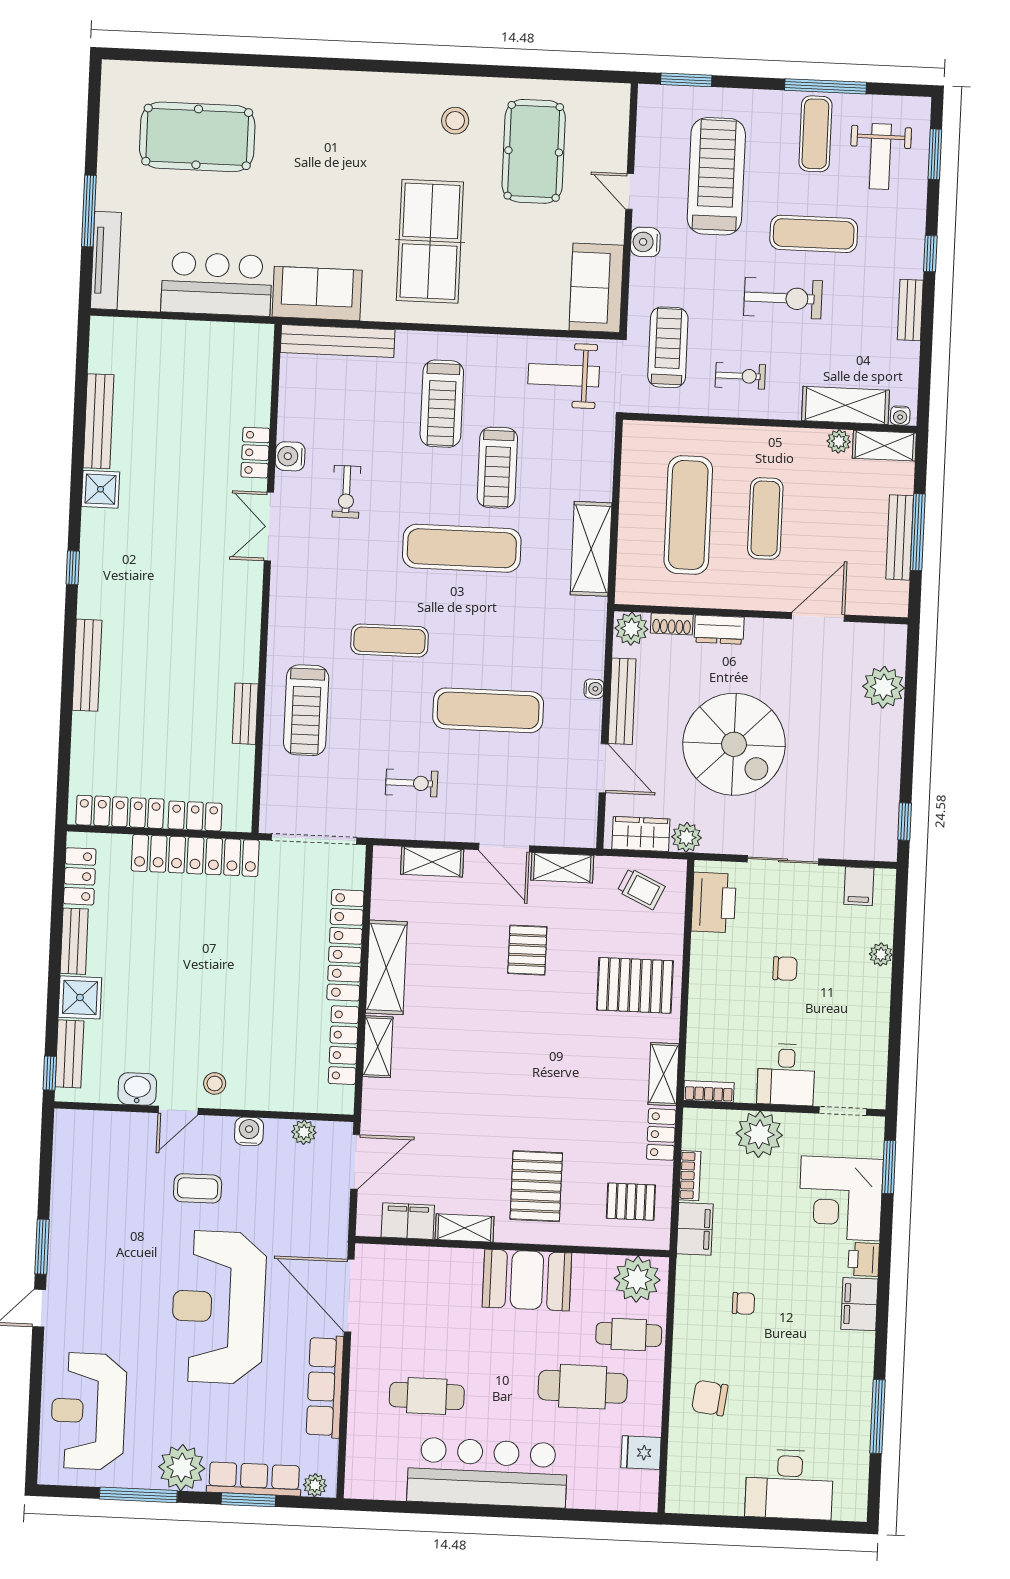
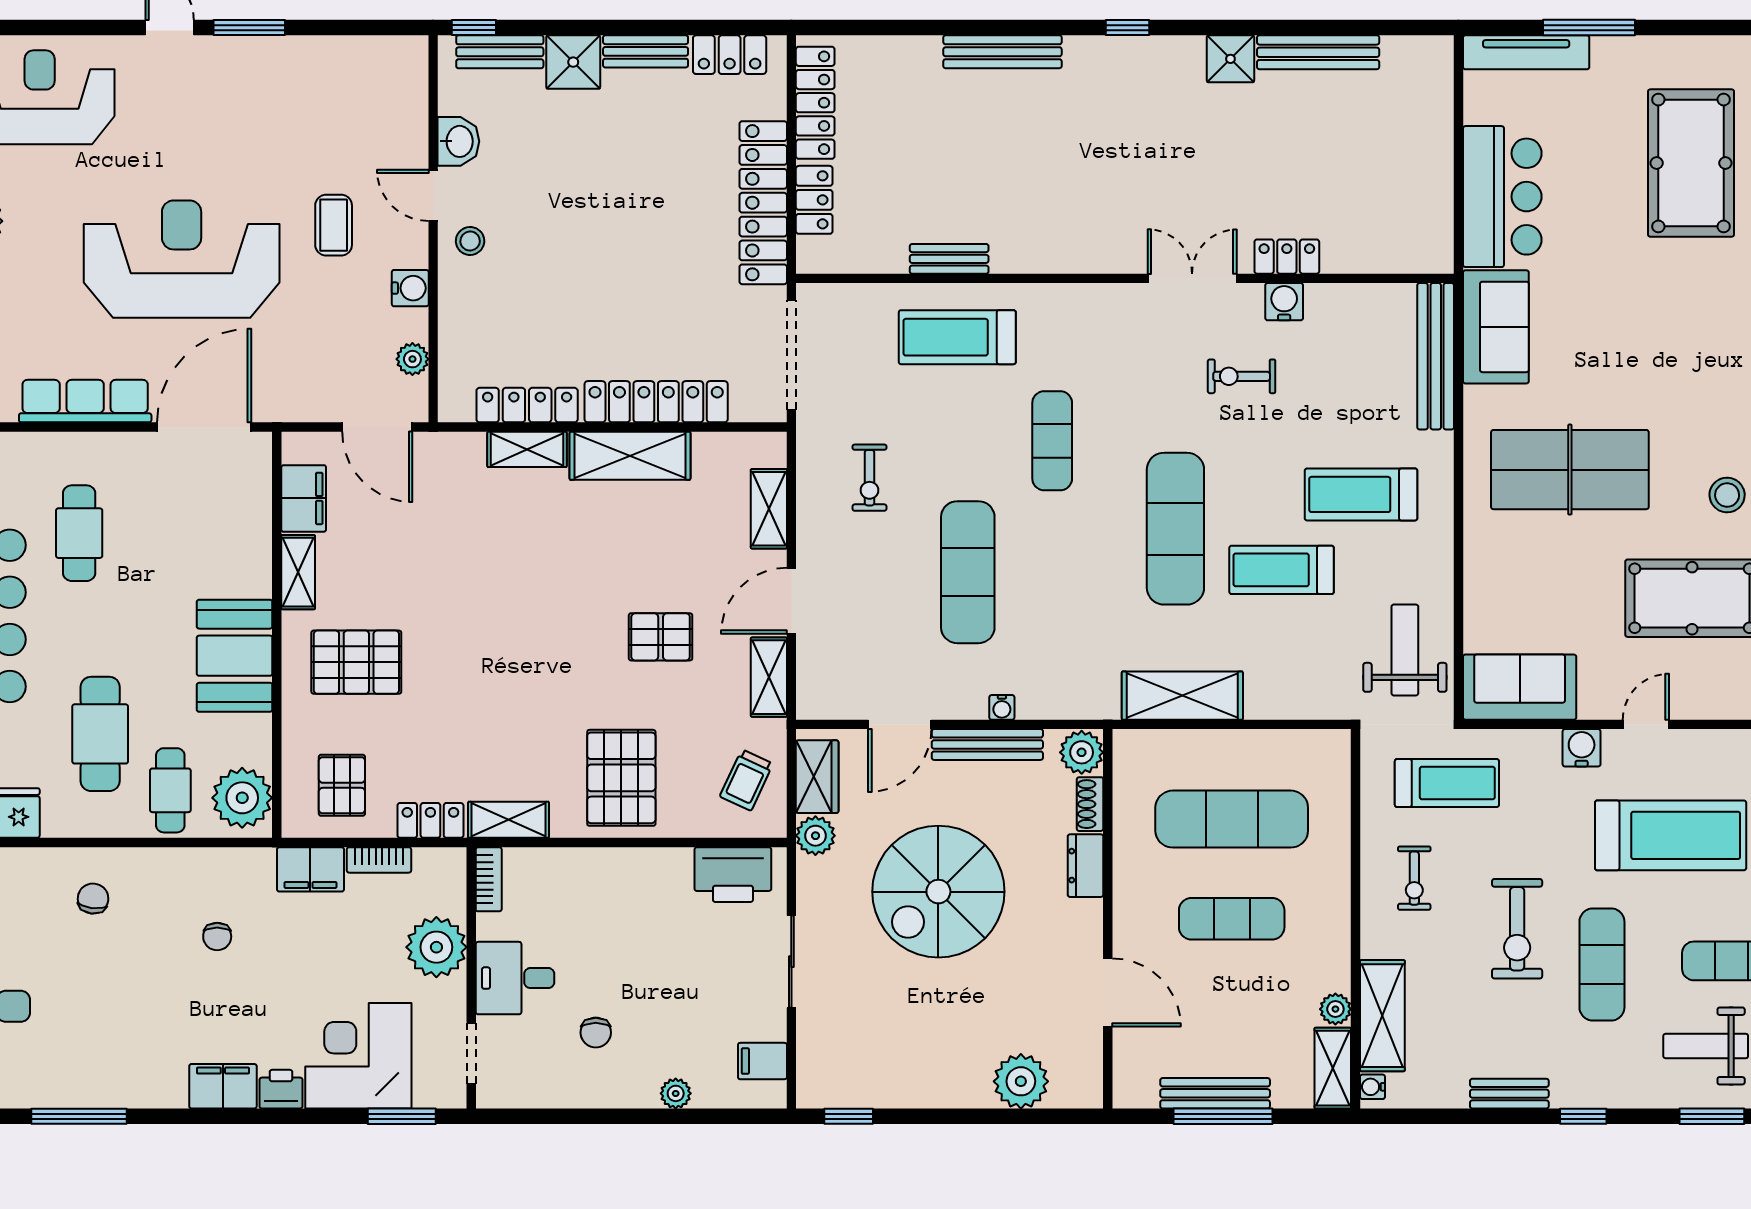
chair: (785, 969) -> (596, 1033), moved
chair: (710, 1398) -> (93, 899), width x0.73, depth x0.73

